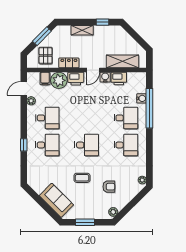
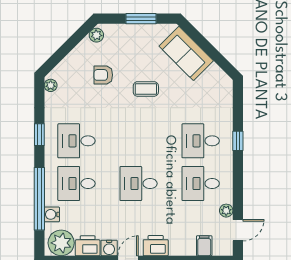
plant: (59, 80) -> (61, 243), moved
desk: (87, 145) -> (139, 184), moved
window: (149, 149) -> (39, 135), added

